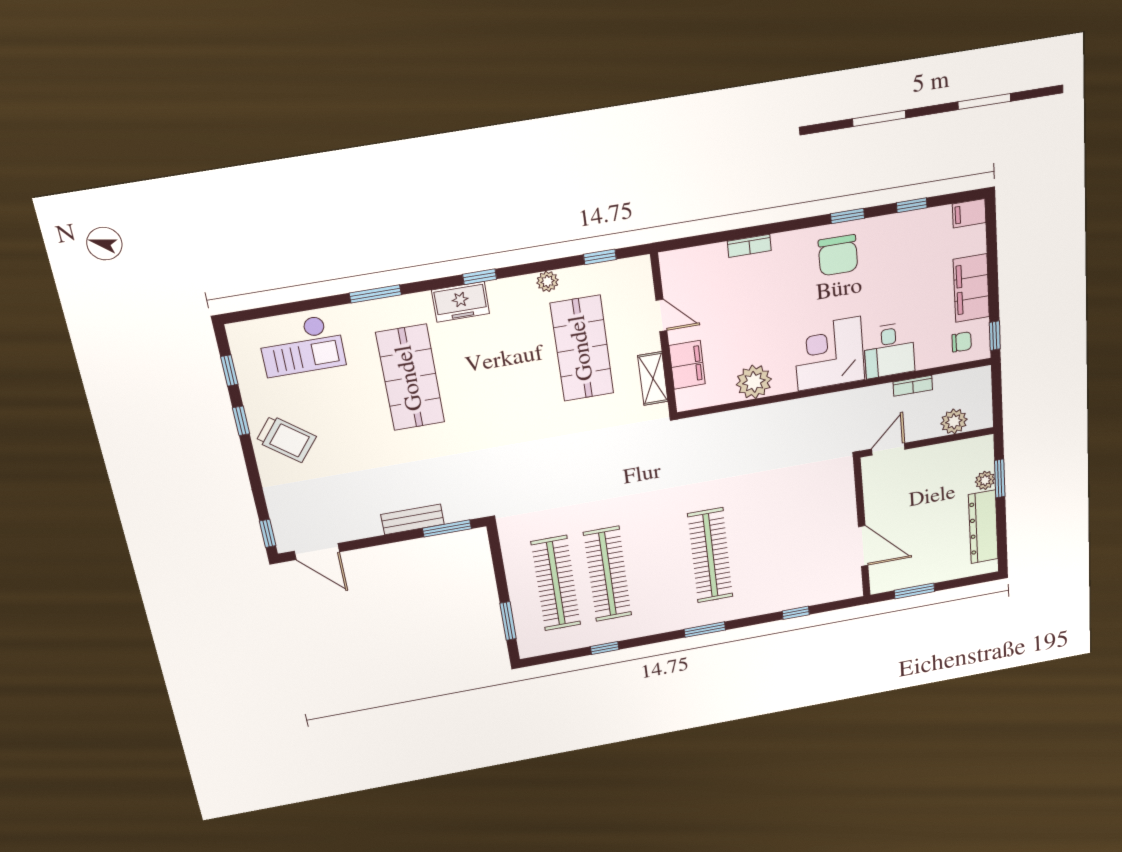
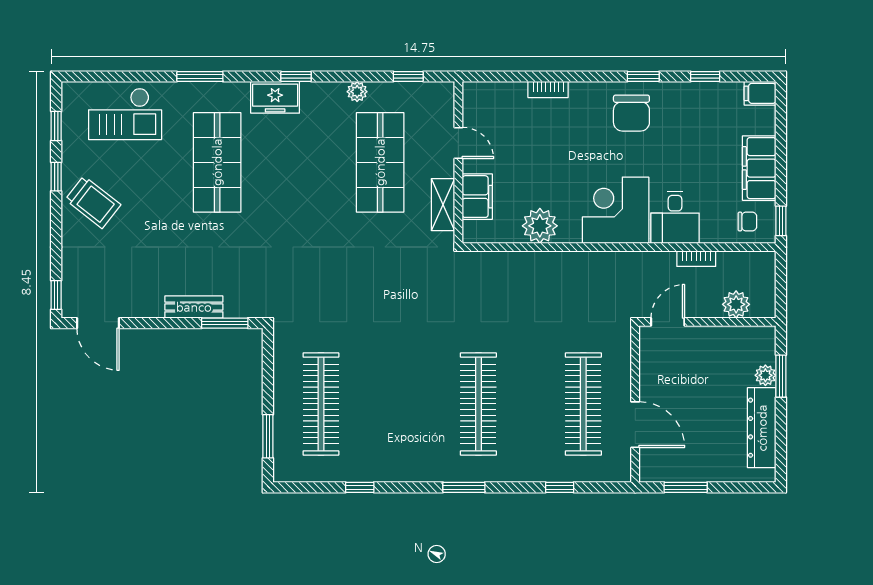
clothes rail: (608, 574) -> (583, 404), moved

